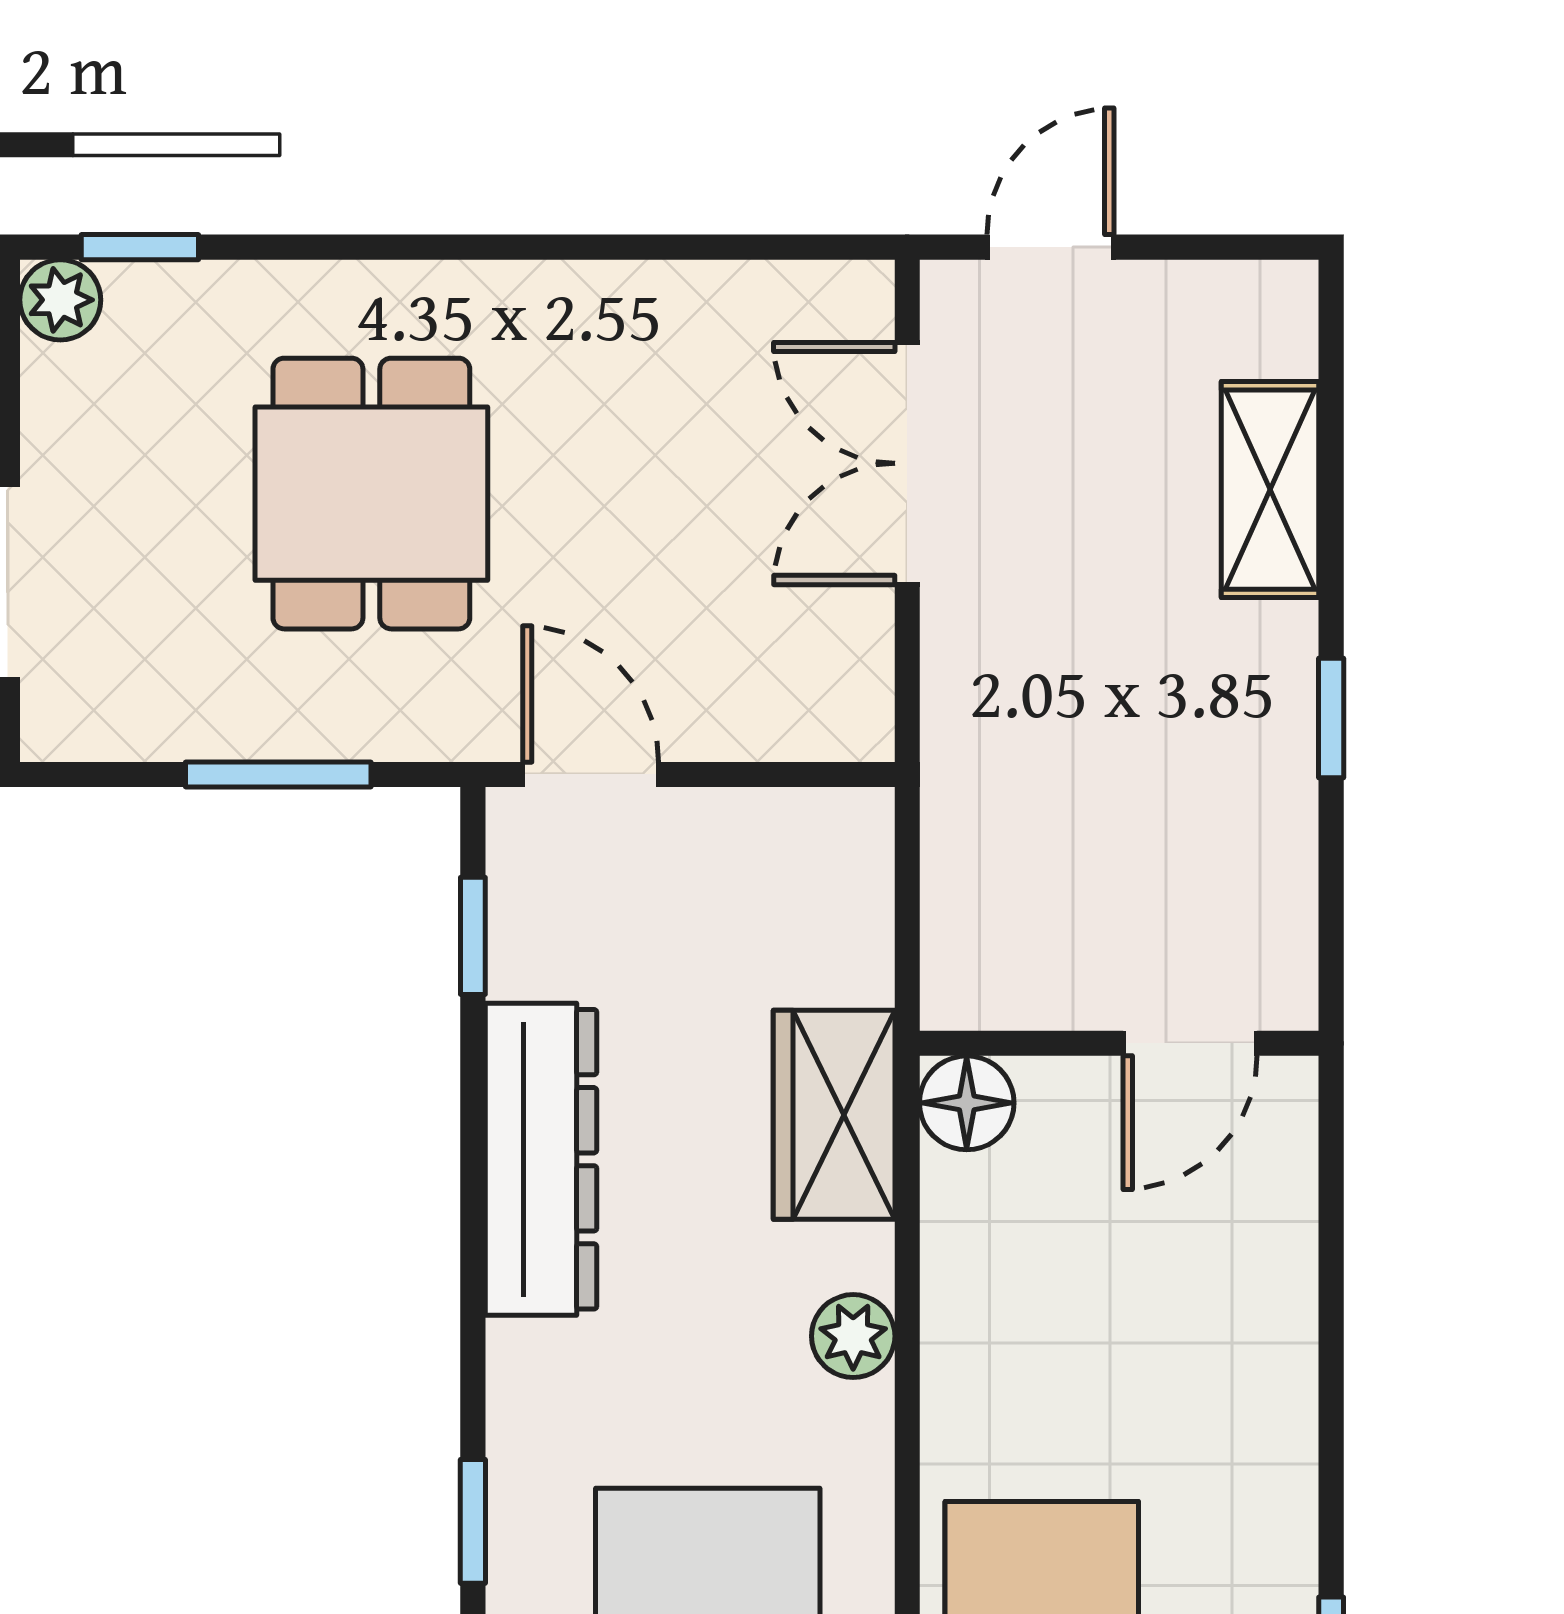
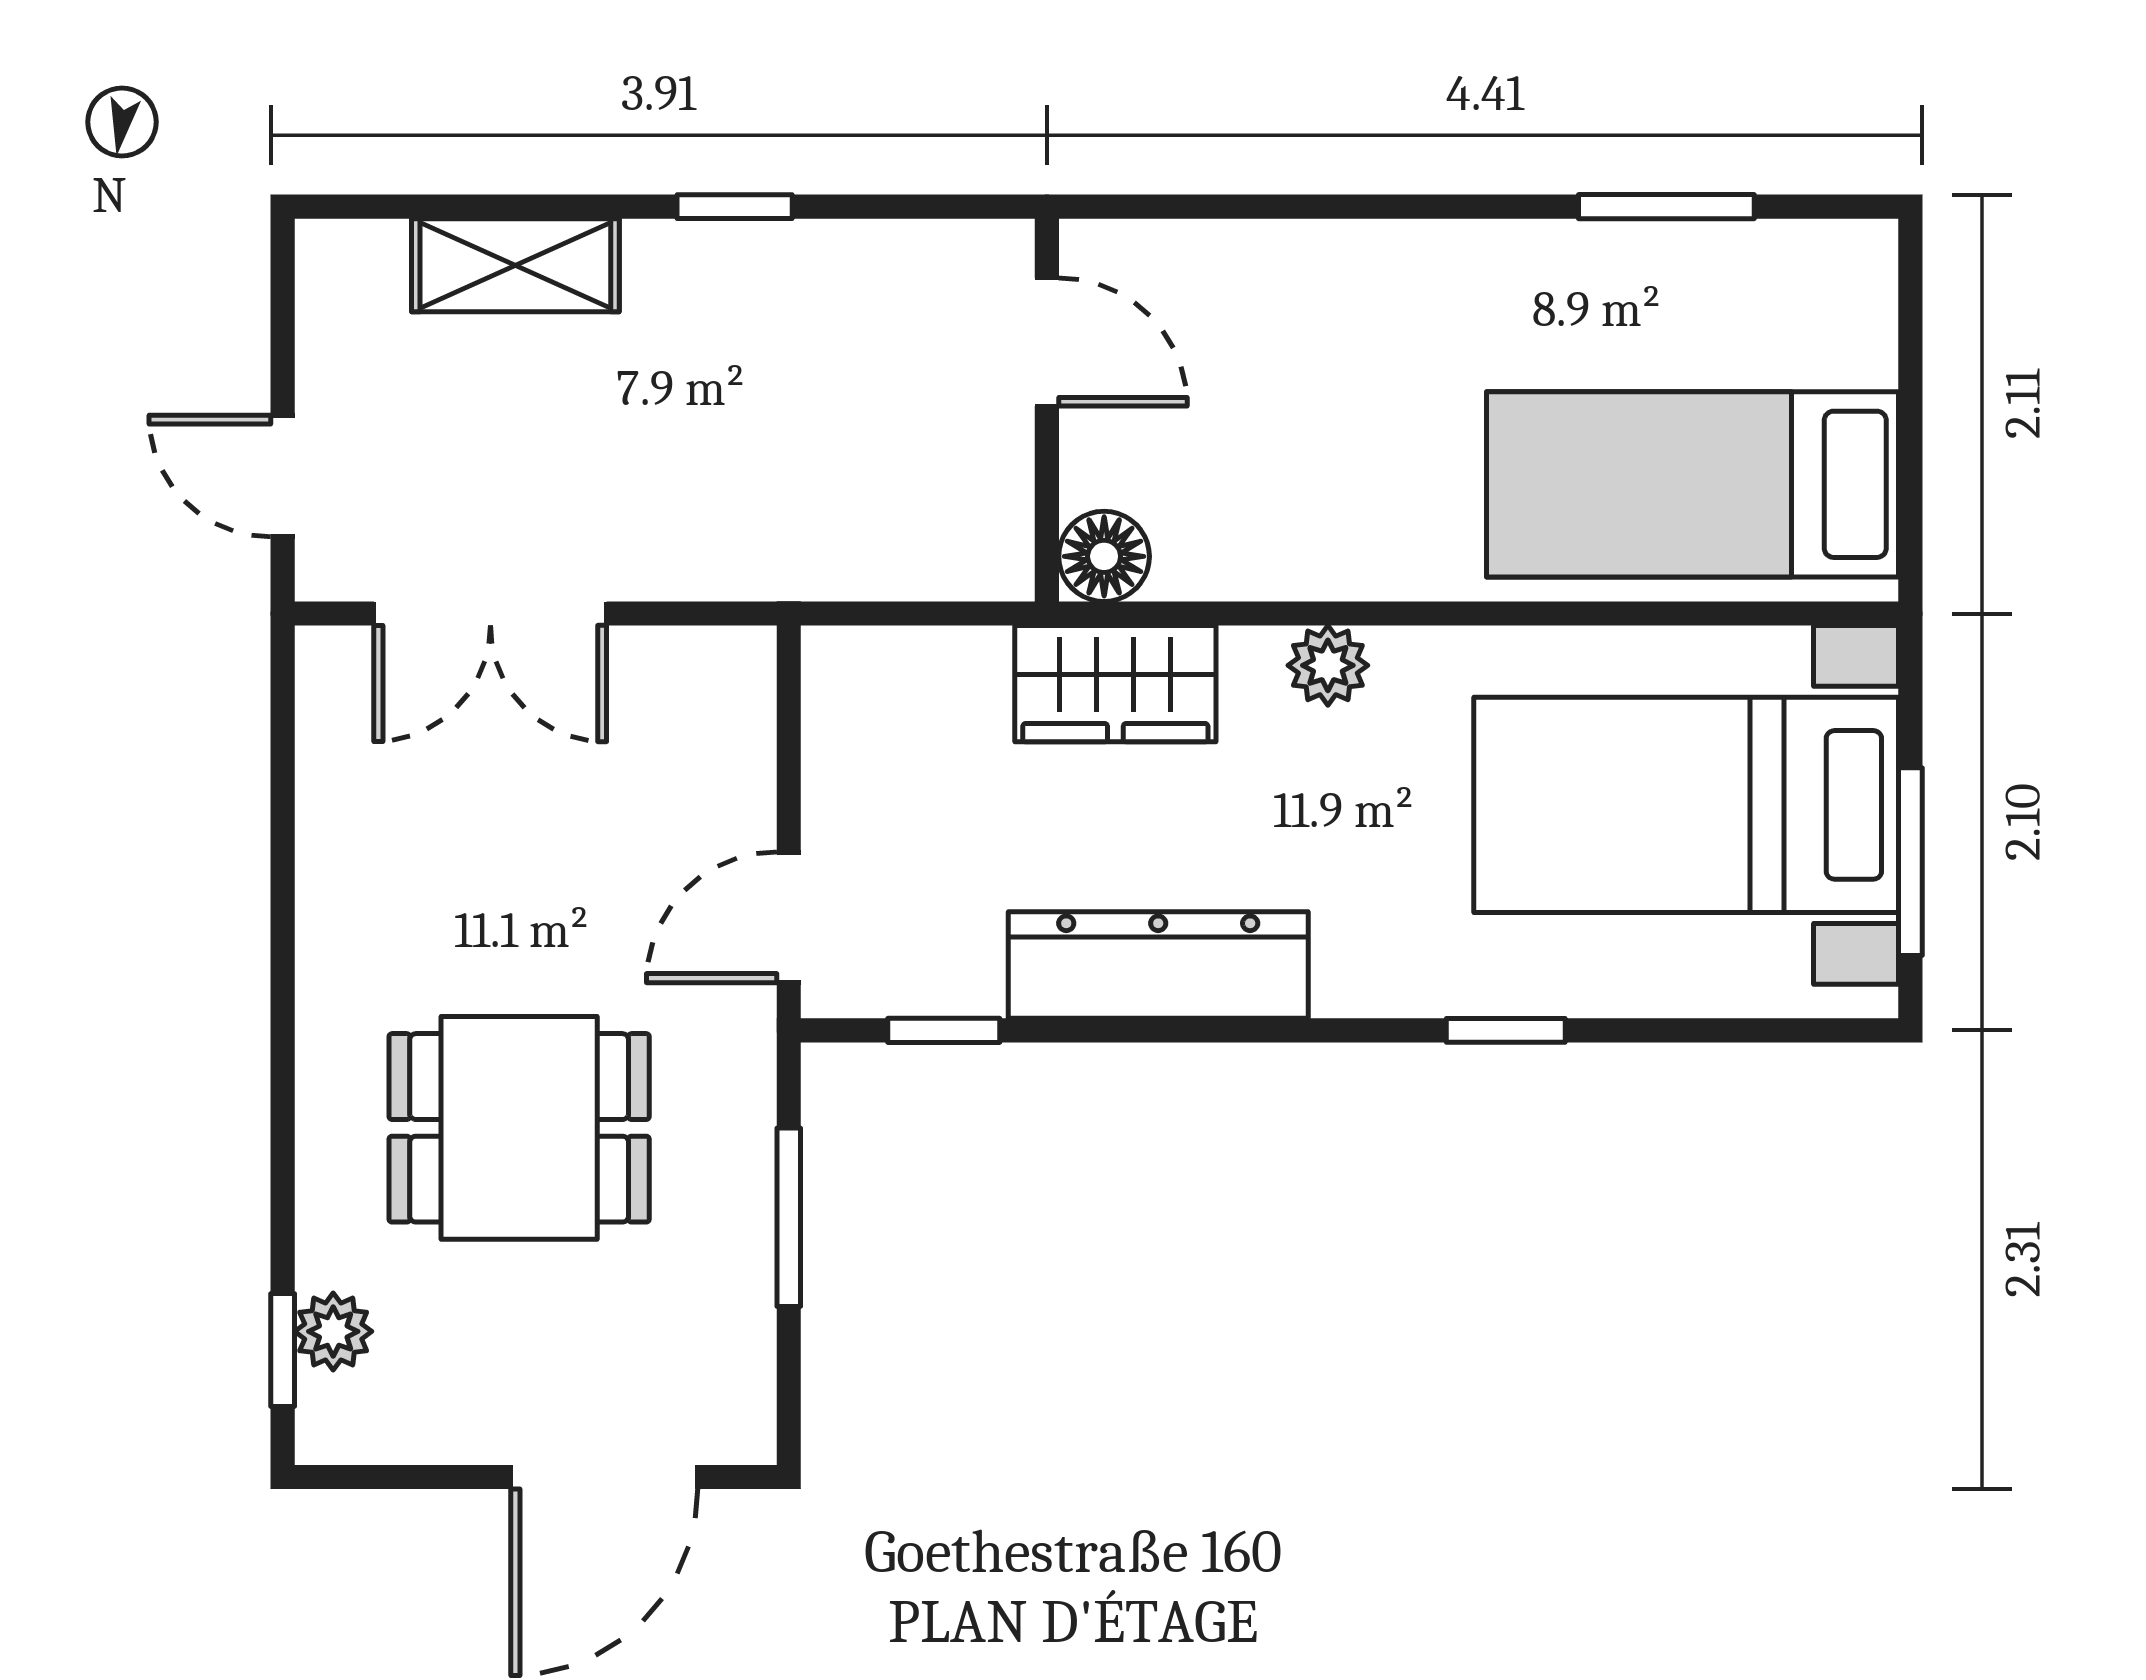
plant: (60, 300) -> (333, 1331), moved

